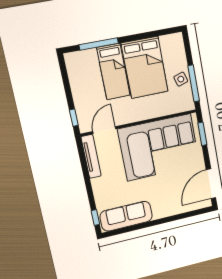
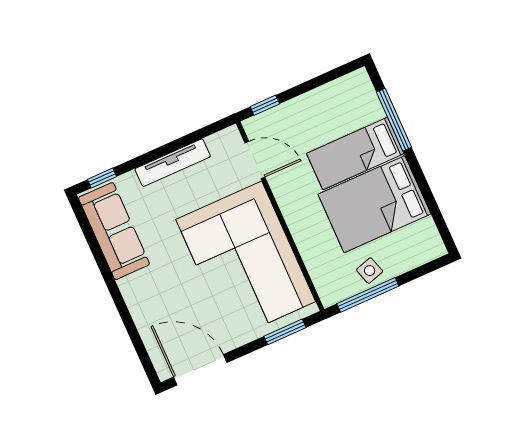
tv unit: (91, 156) -> (173, 163), moved

